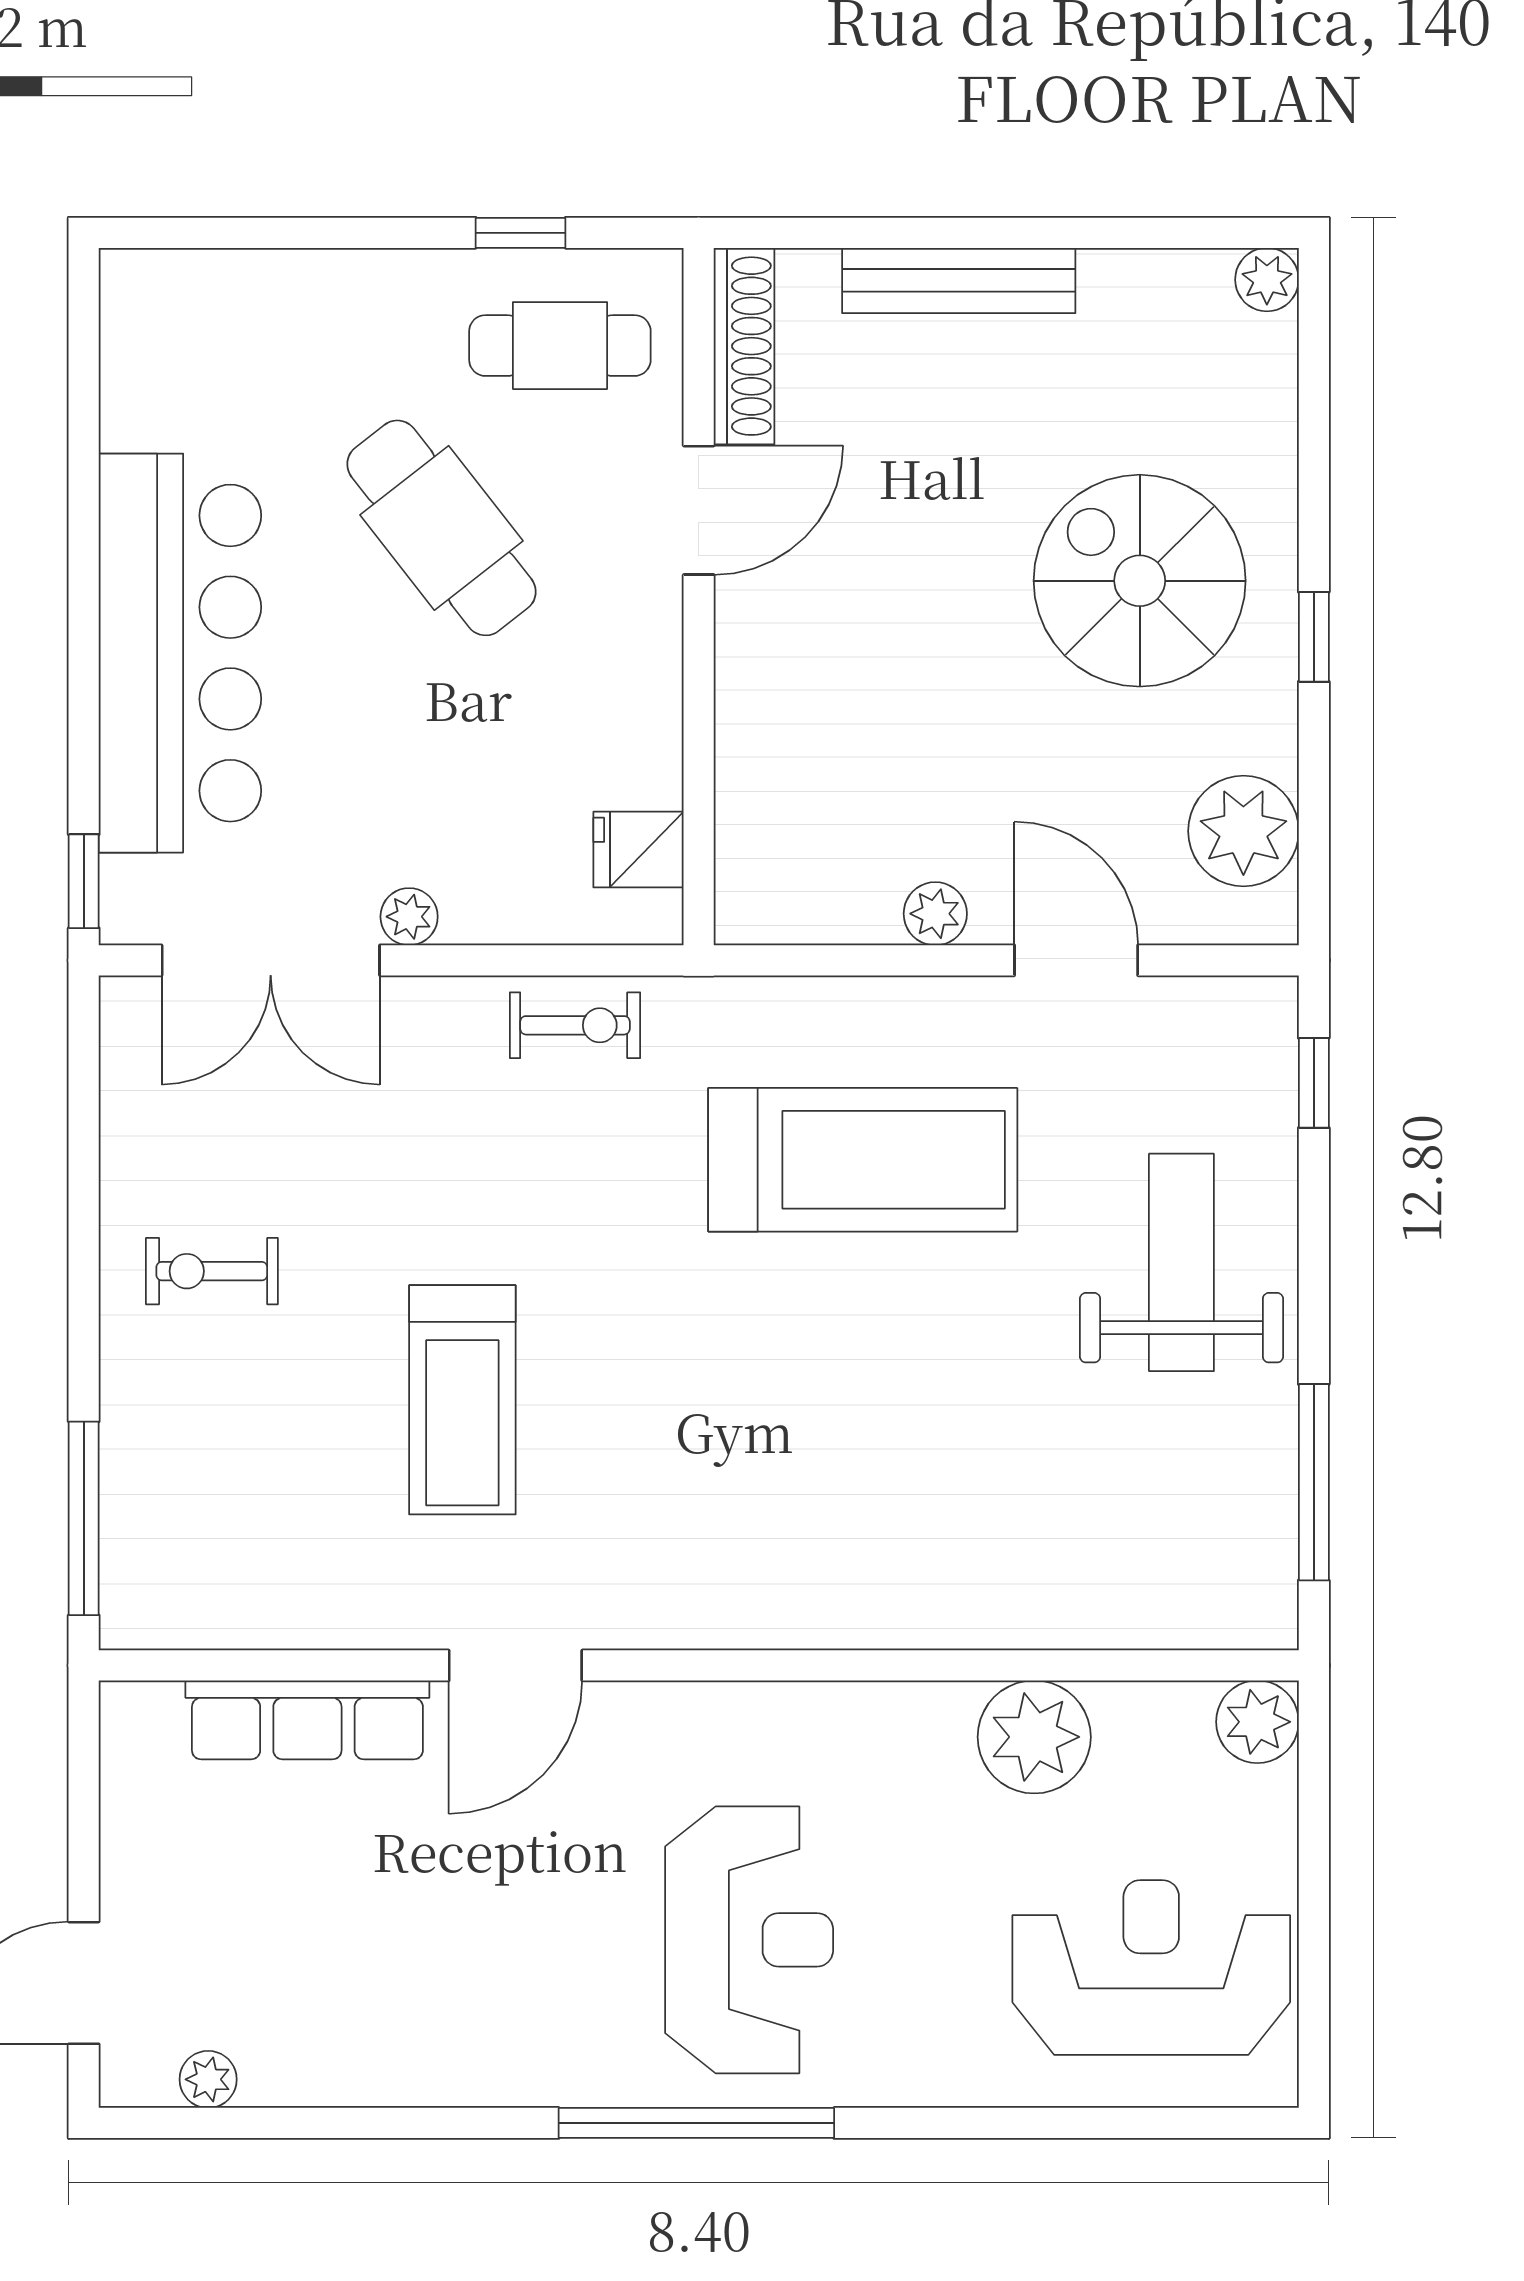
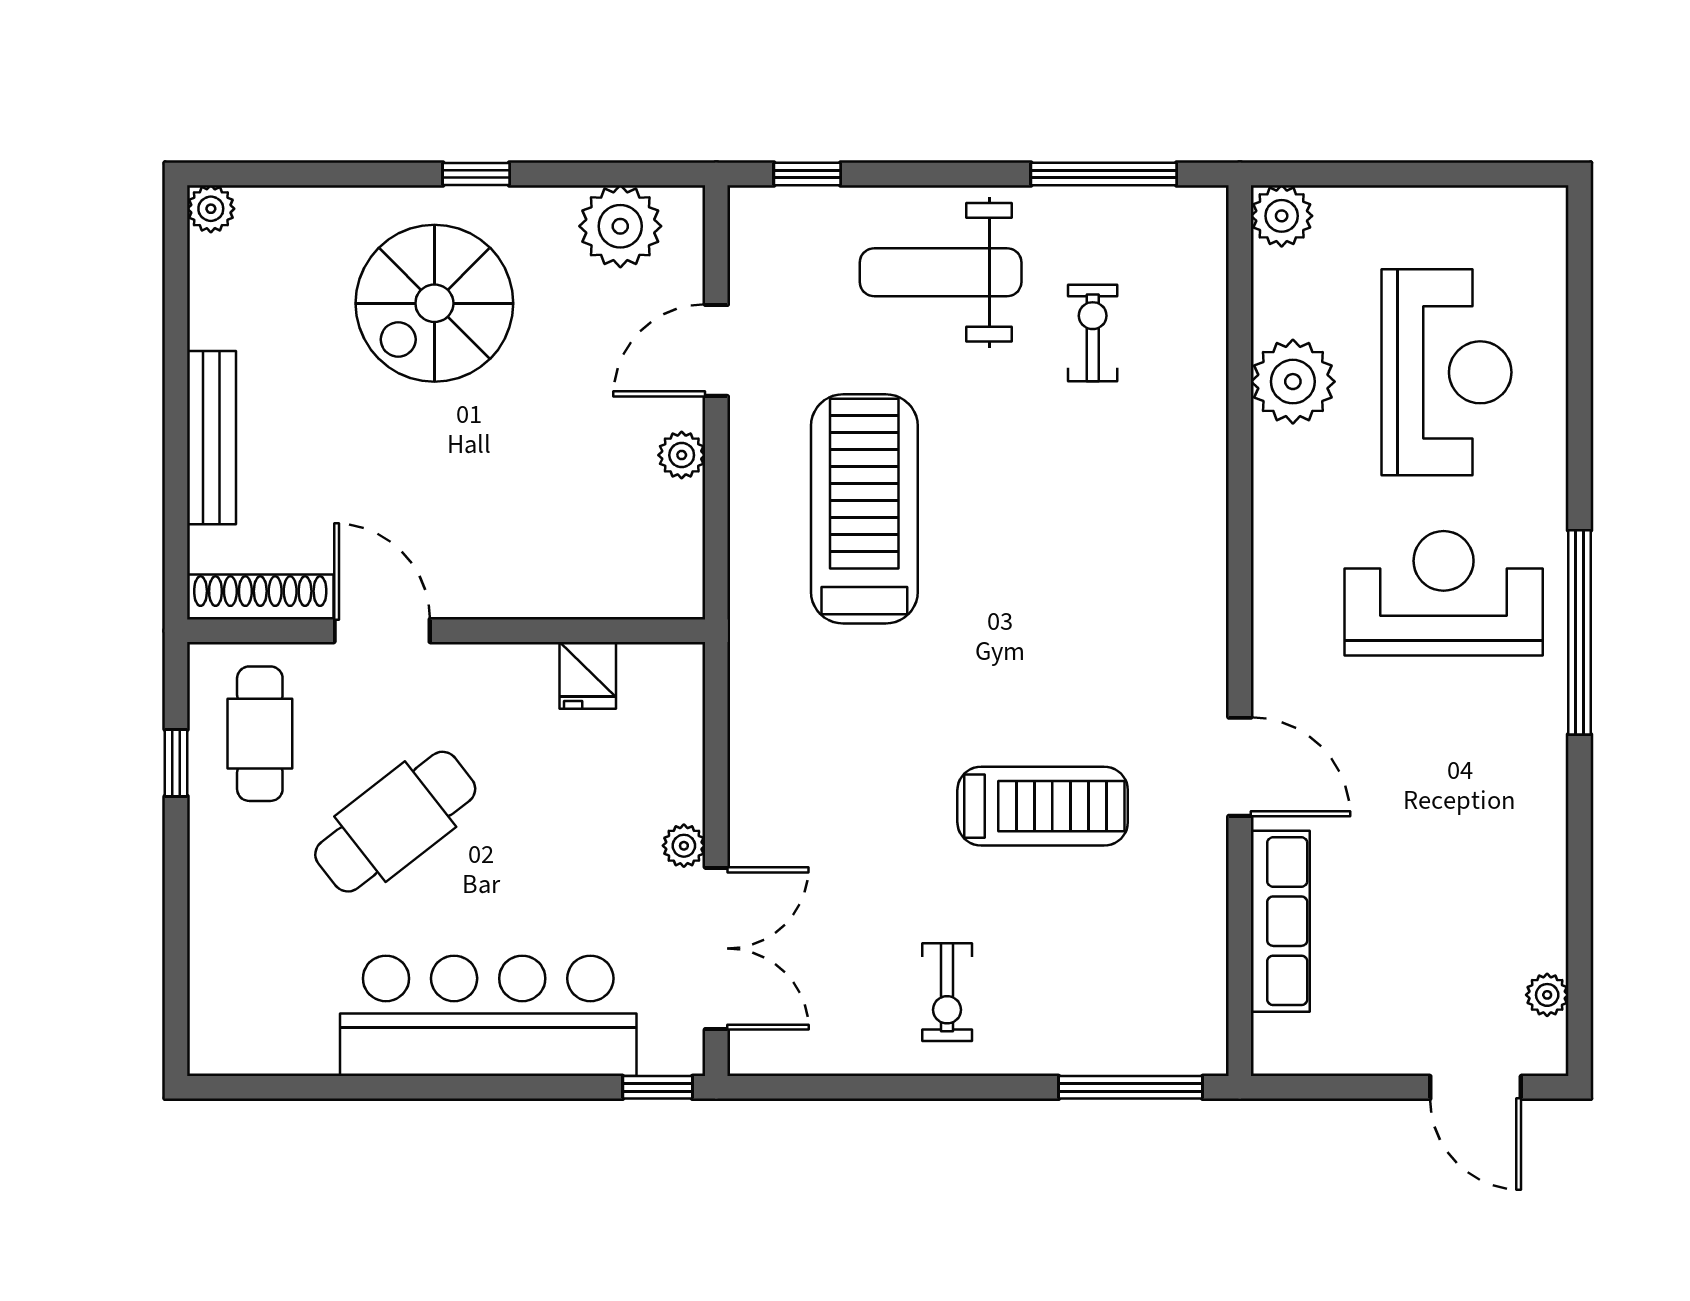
fridge: (639, 850) -> (588, 675), moved
exercise bike: (575, 1025) -> (1093, 333), moved
reception desk: (1151, 1967) -> (1446, 372), moved, turned 180

